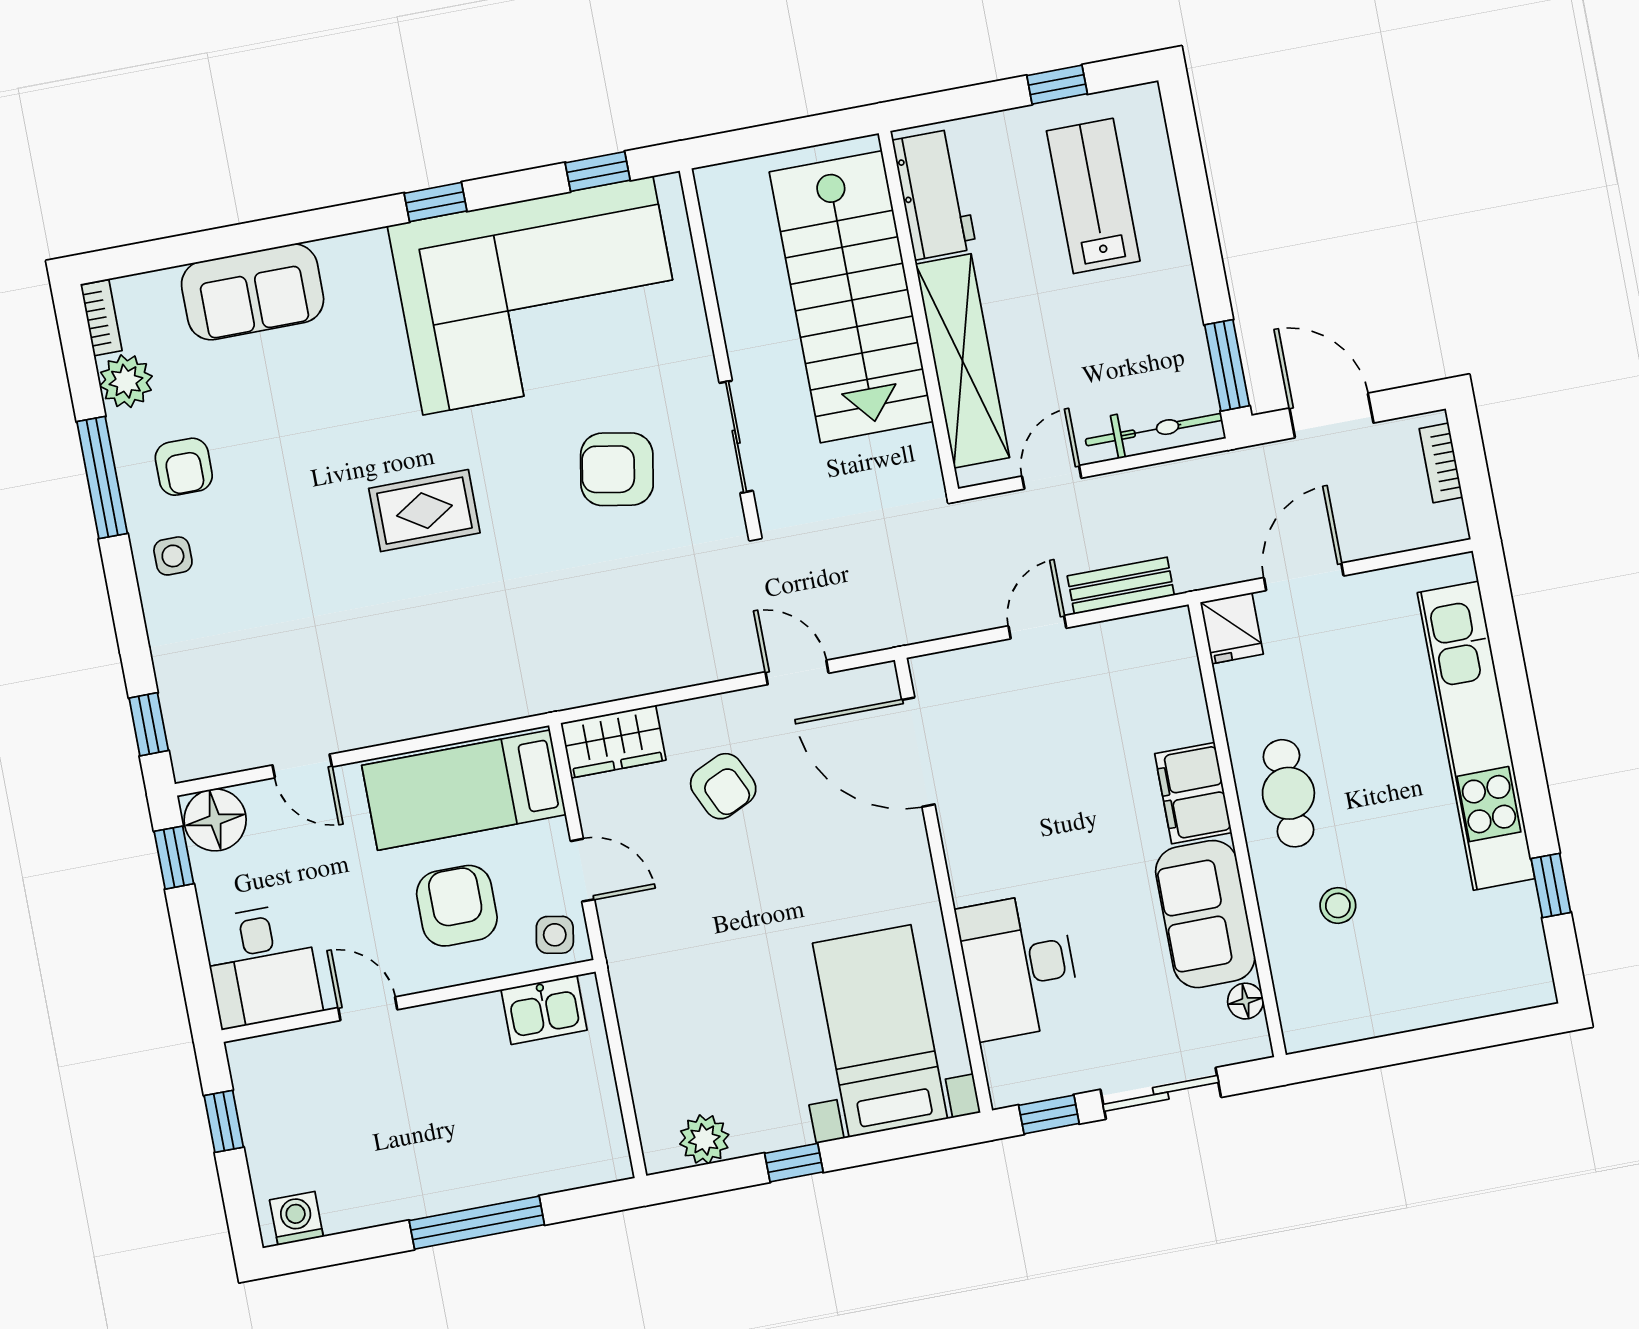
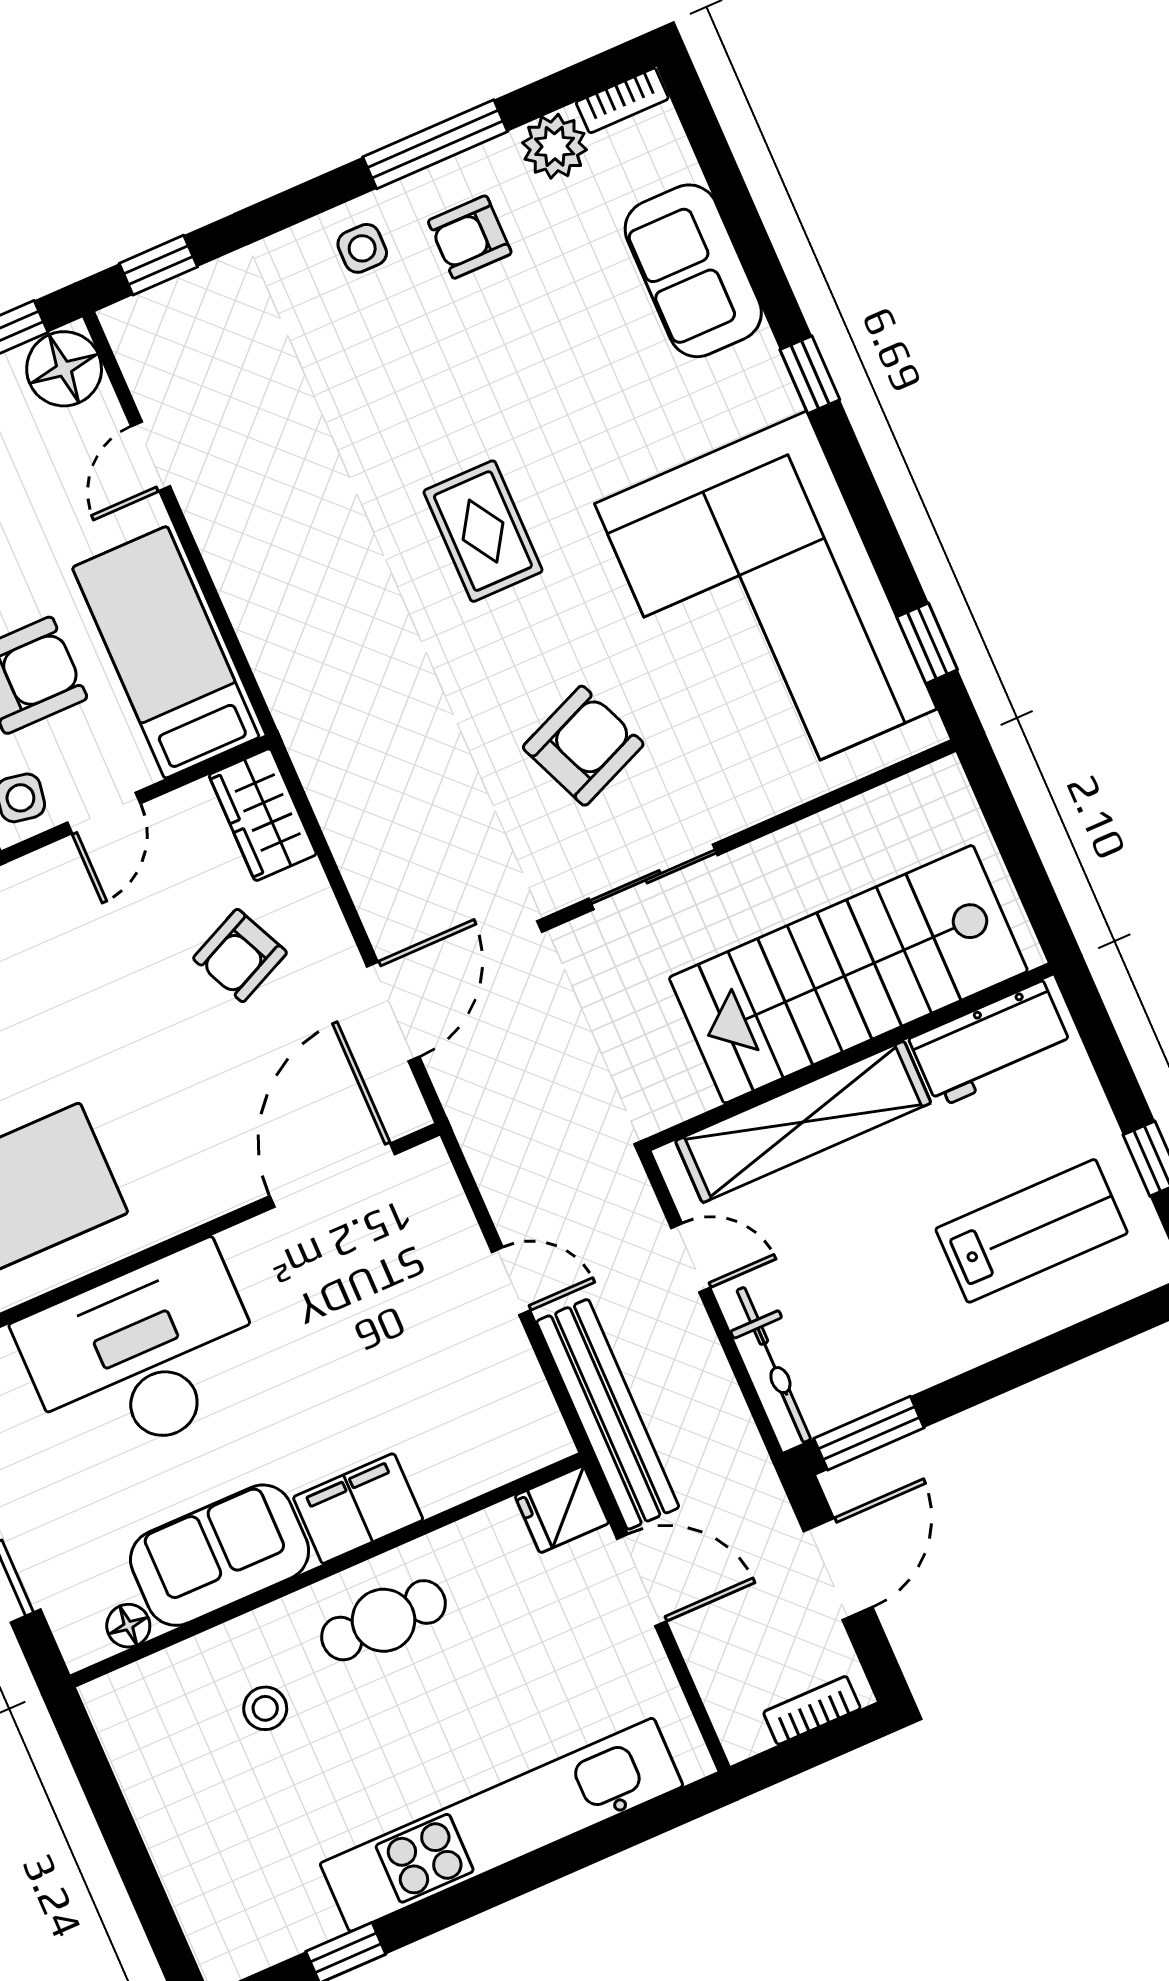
window: (435, 202) -> (810, 375), moved
armchair: (617, 469) -> (583, 746), turned 57
bench: (1121, 586) -> (608, 1414), width x1.86, depth x1.21
door: (797, 672) -> (393, 1011), width x1.37
desk: (1019, 966) -> (143, 1356), width x1.36, depth x1.30

